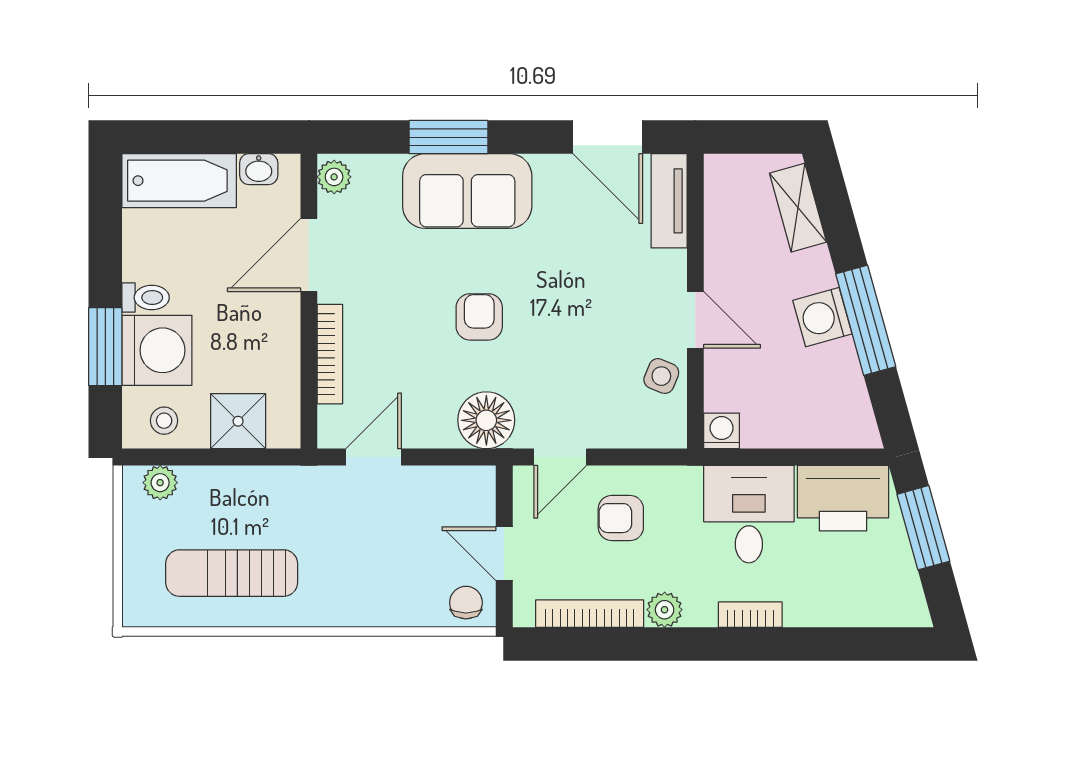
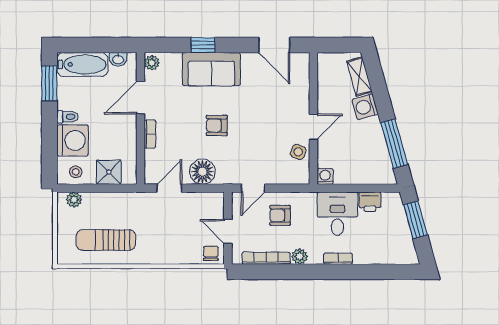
window: (448, 137) -> (203, 45), width x0.67
tv unit: (669, 201) -> (302, 73), removed
armchair: (479, 317) -> (217, 125), turned -90
washing machine: (822, 317) -> (365, 107), moved
door: (695, 320) -> (313, 127), hinge flipped
window: (866, 320) -> (394, 144), moved
window: (105, 347) -> (49, 83), moved
bookcase: (330, 354) -> (150, 134), width x0.64
floor lamp: (486, 420) -> (202, 172), moved
printer: (843, 498) -> (370, 202), width x0.53, depth x0.68

